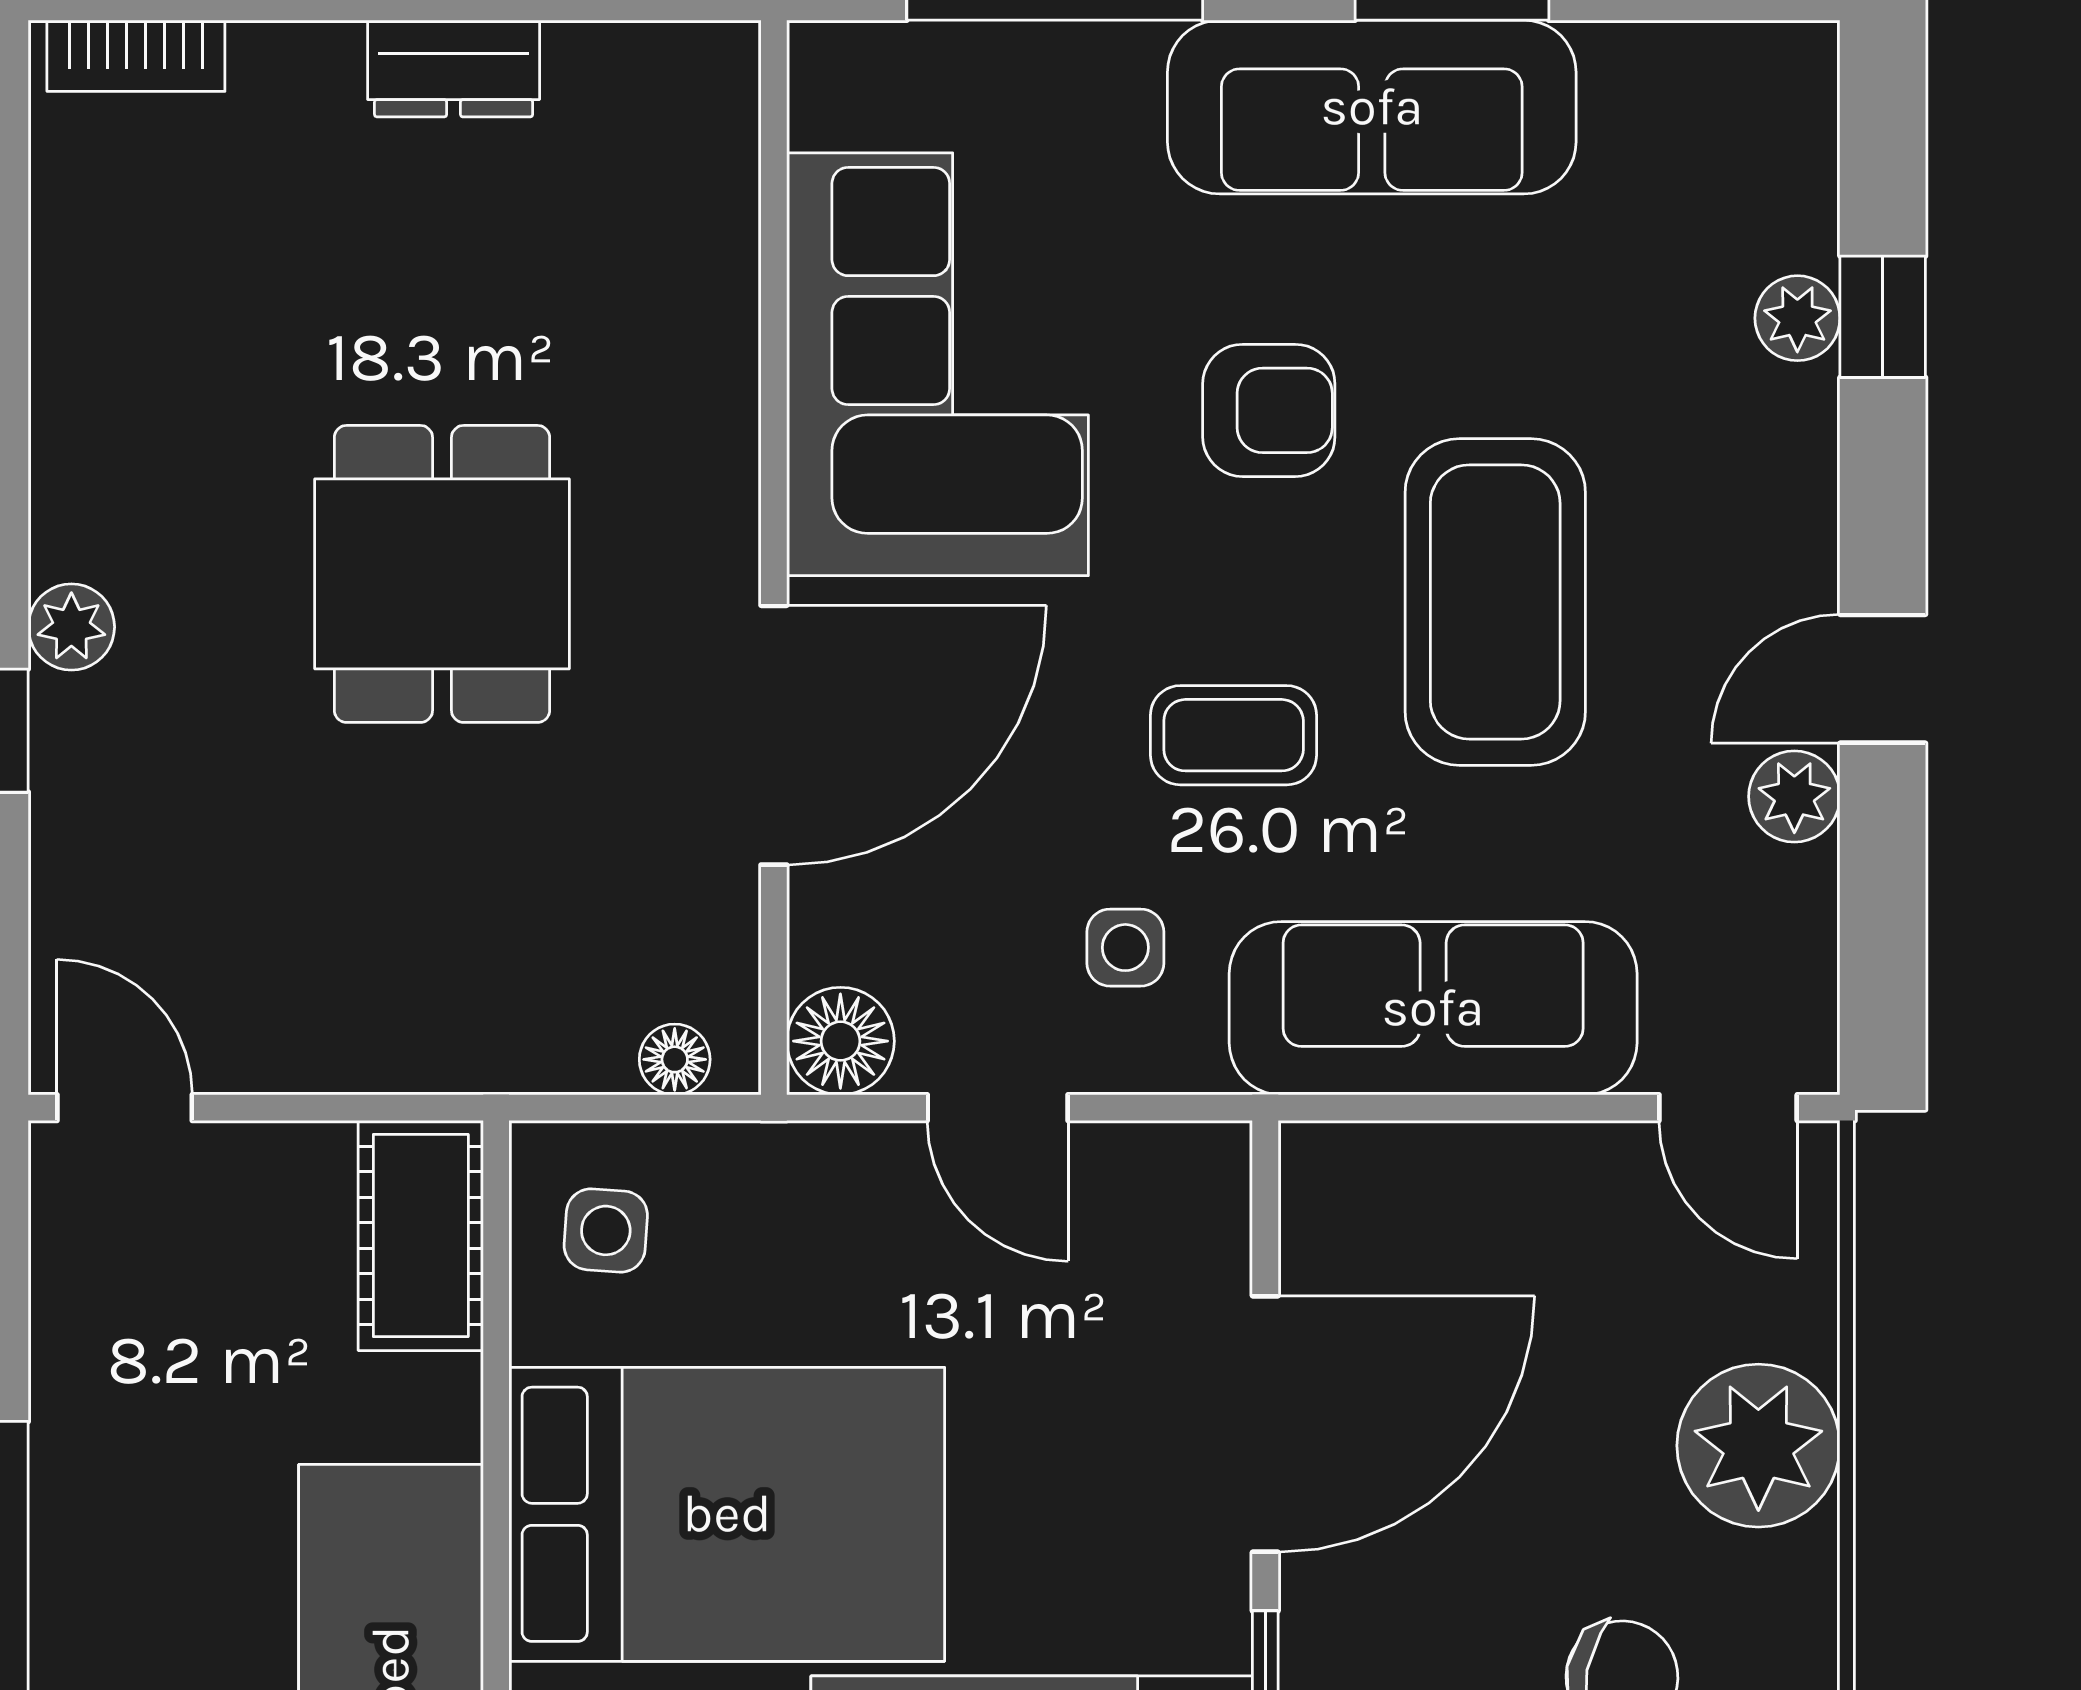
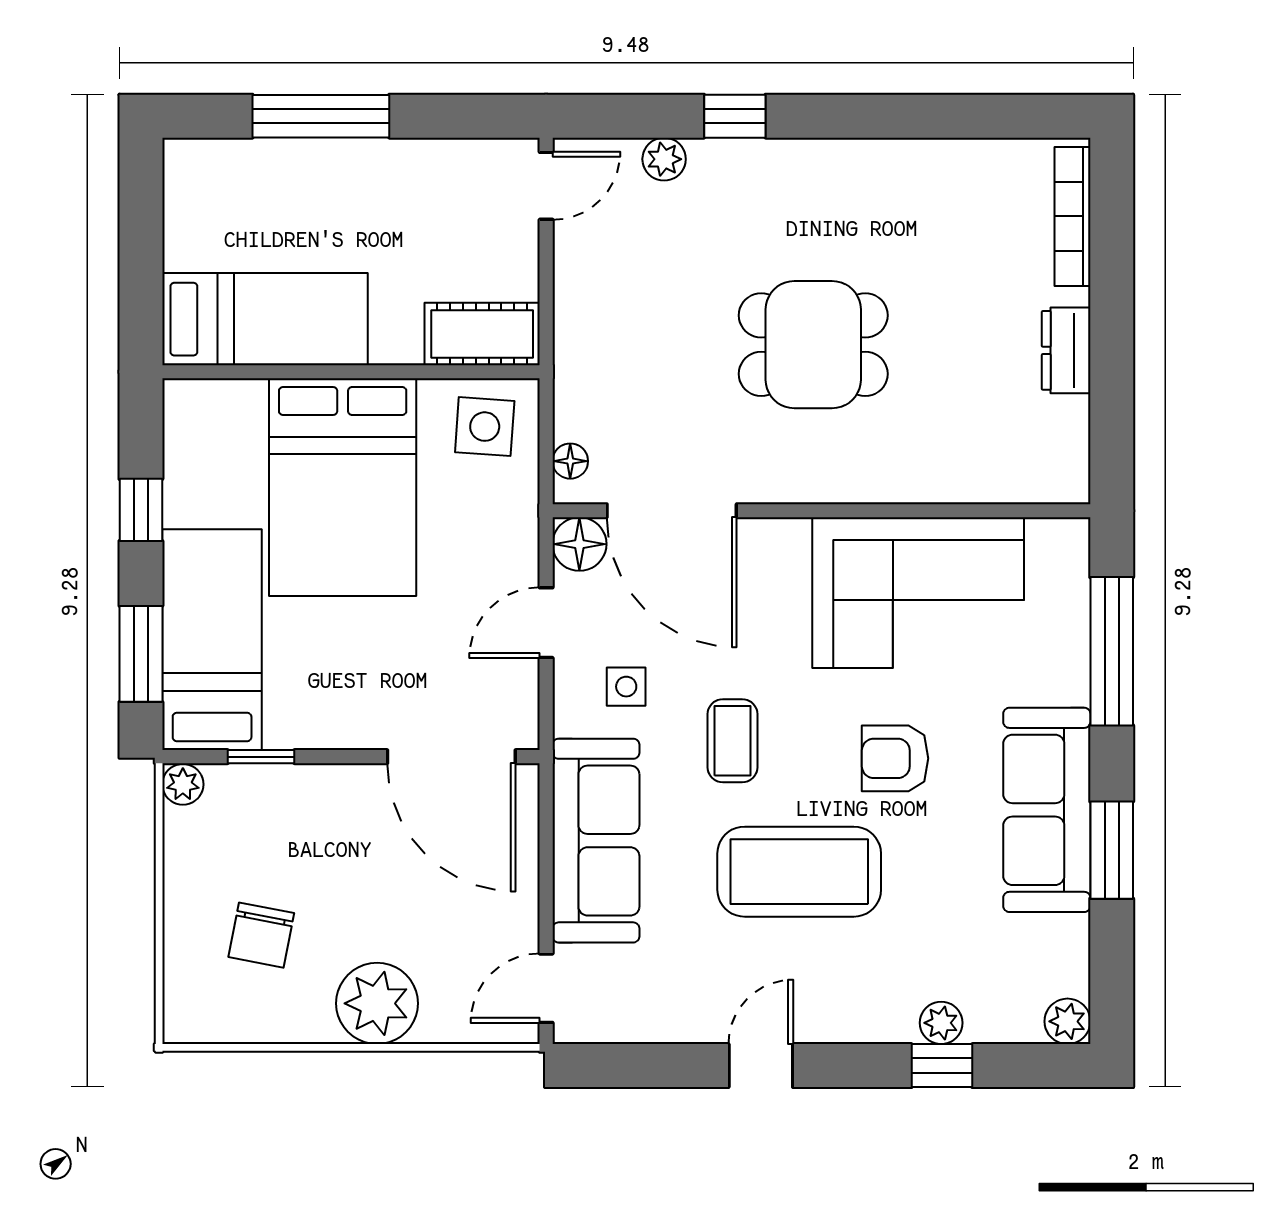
bookcase: (136, 56) -> (1072, 216), width x1.56
armchair: (1269, 410) -> (895, 758), turned 90
plant: (71, 627) -> (664, 159), moved
door: (1883, 679) -> (761, 1066), hinge flipped
door: (774, 735) -> (672, 511), moved
plant: (1794, 796) -> (1067, 1021), moved
side table: (606, 1230) -> (485, 427), width x1.37, depth x1.37
door: (1265, 1424) -> (451, 757), moved

